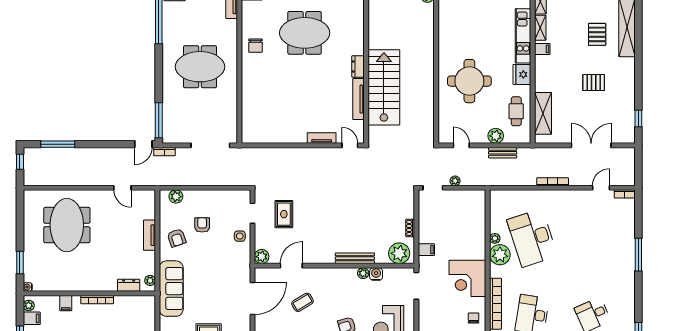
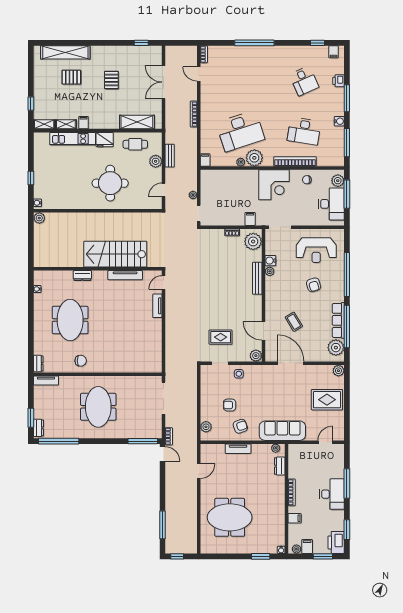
dresser: (358, 66) -> (82, 276), moved
filing cabinet: (497, 195) -> (205, 160), added
window: (638, 255) -> (254, 43), width x1.46

